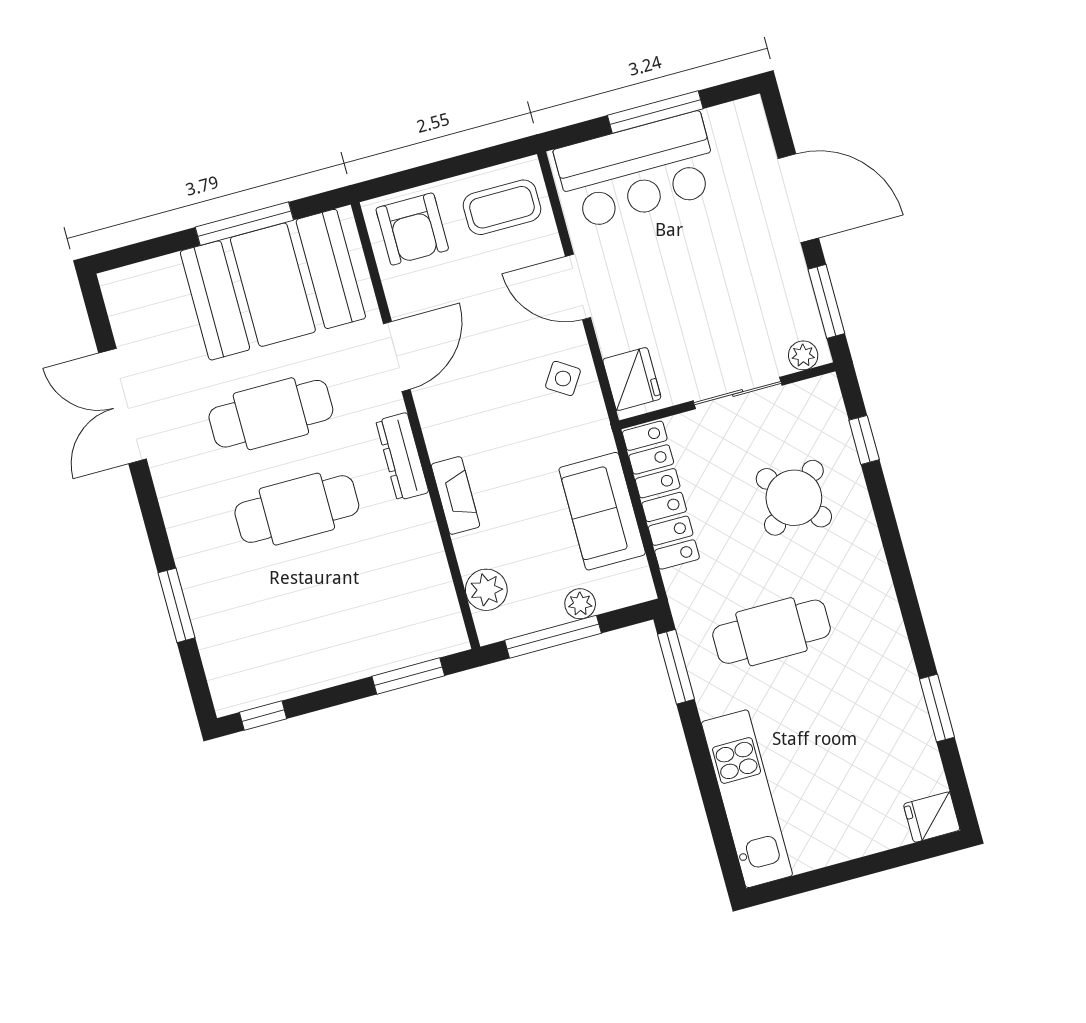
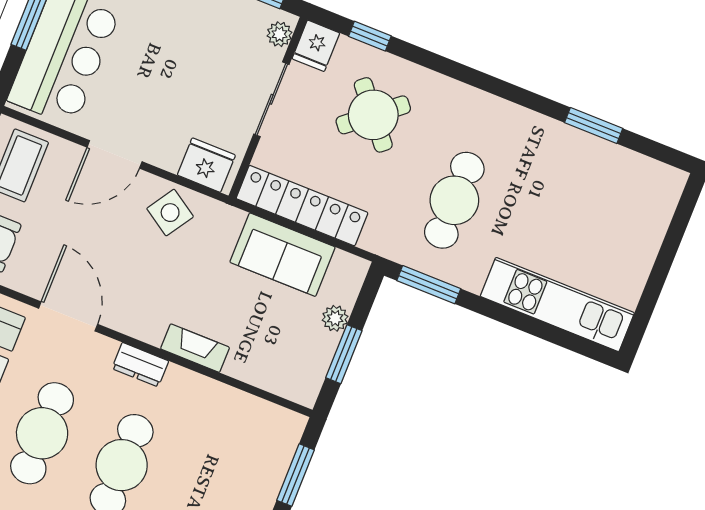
side table: (563, 378) -> (170, 213), width x1.37, depth x1.37
dresser: (402, 457) -> (140, 365), width x0.70
plant: (486, 590) -> (276, 376), removed
window: (553, 637) -> (344, 354), width x0.69
fridge: (932, 817) -> (316, 46), moved

